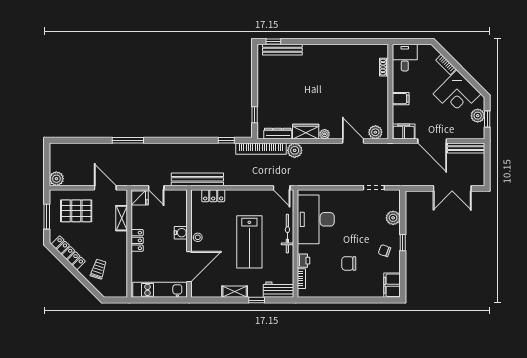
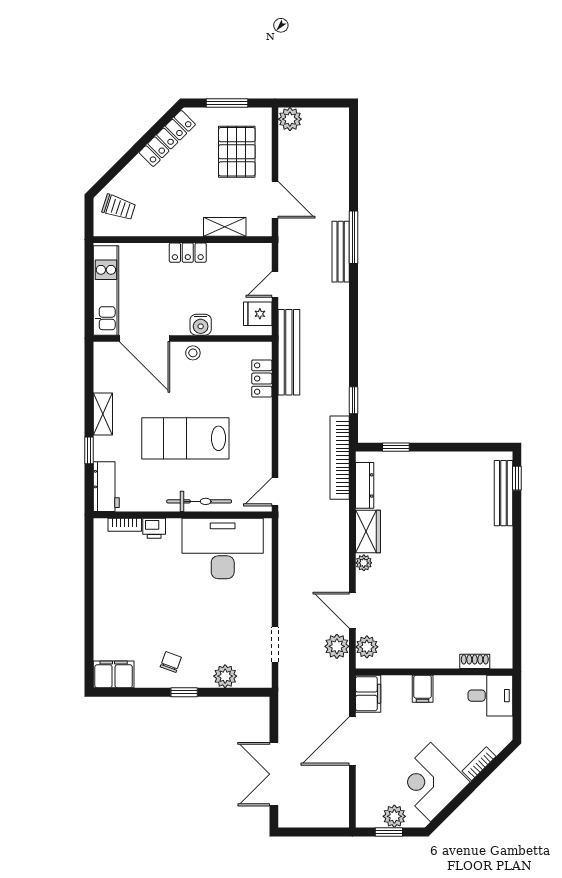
door: (353, 141) -> (352, 610), swing flipped
bench: (466, 148) -> (341, 252), moved
plant: (295, 150) -> (337, 646), moved
door: (105, 188) -> (275, 200), hinge flipped
fridge: (140, 198) -> (258, 314), moved, turned 90
chair: (349, 263) -> (150, 603), removed
trolley: (98, 269) -> (119, 207), moved

